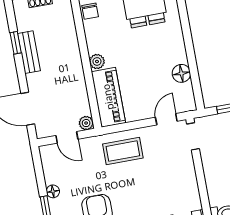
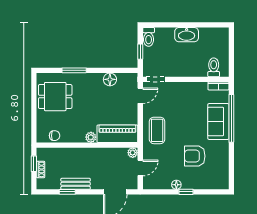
window: (185, 22) -> (74, 70), added
door: (166, 119) -> (140, 96), swing flipped

